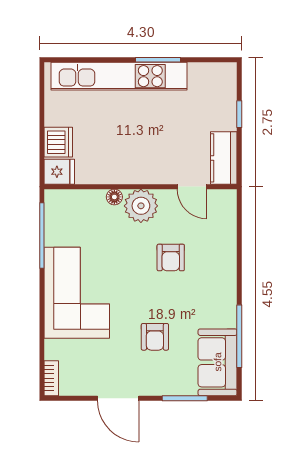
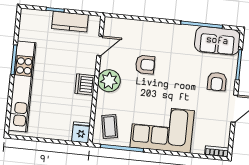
dishwasher: (58, 142) -> (85, 84), moved, turned -90
kitchen counter: (224, 158) -> (70, 22), moved
floor lamp: (114, 197) -> (101, 98), removed
coffee table: (72, 214) -> (110, 126), added
armchair: (155, 337) -> (217, 81), moved, turned 90

